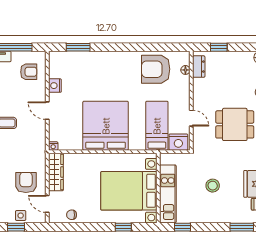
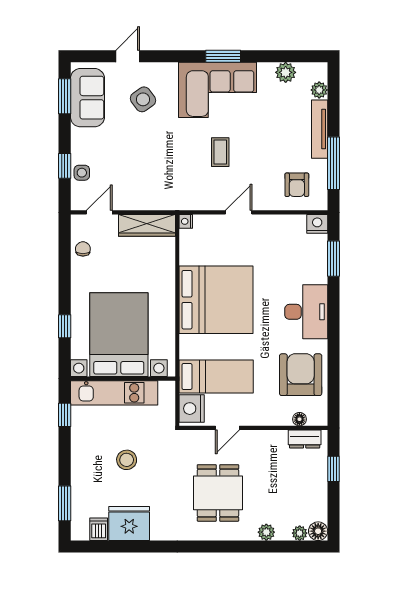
desk: (114, 65) -> (306, 312), added
nightstand: (55, 86) -> (317, 224), moved
armchair: (26, 182) -> (131, 181), removed

